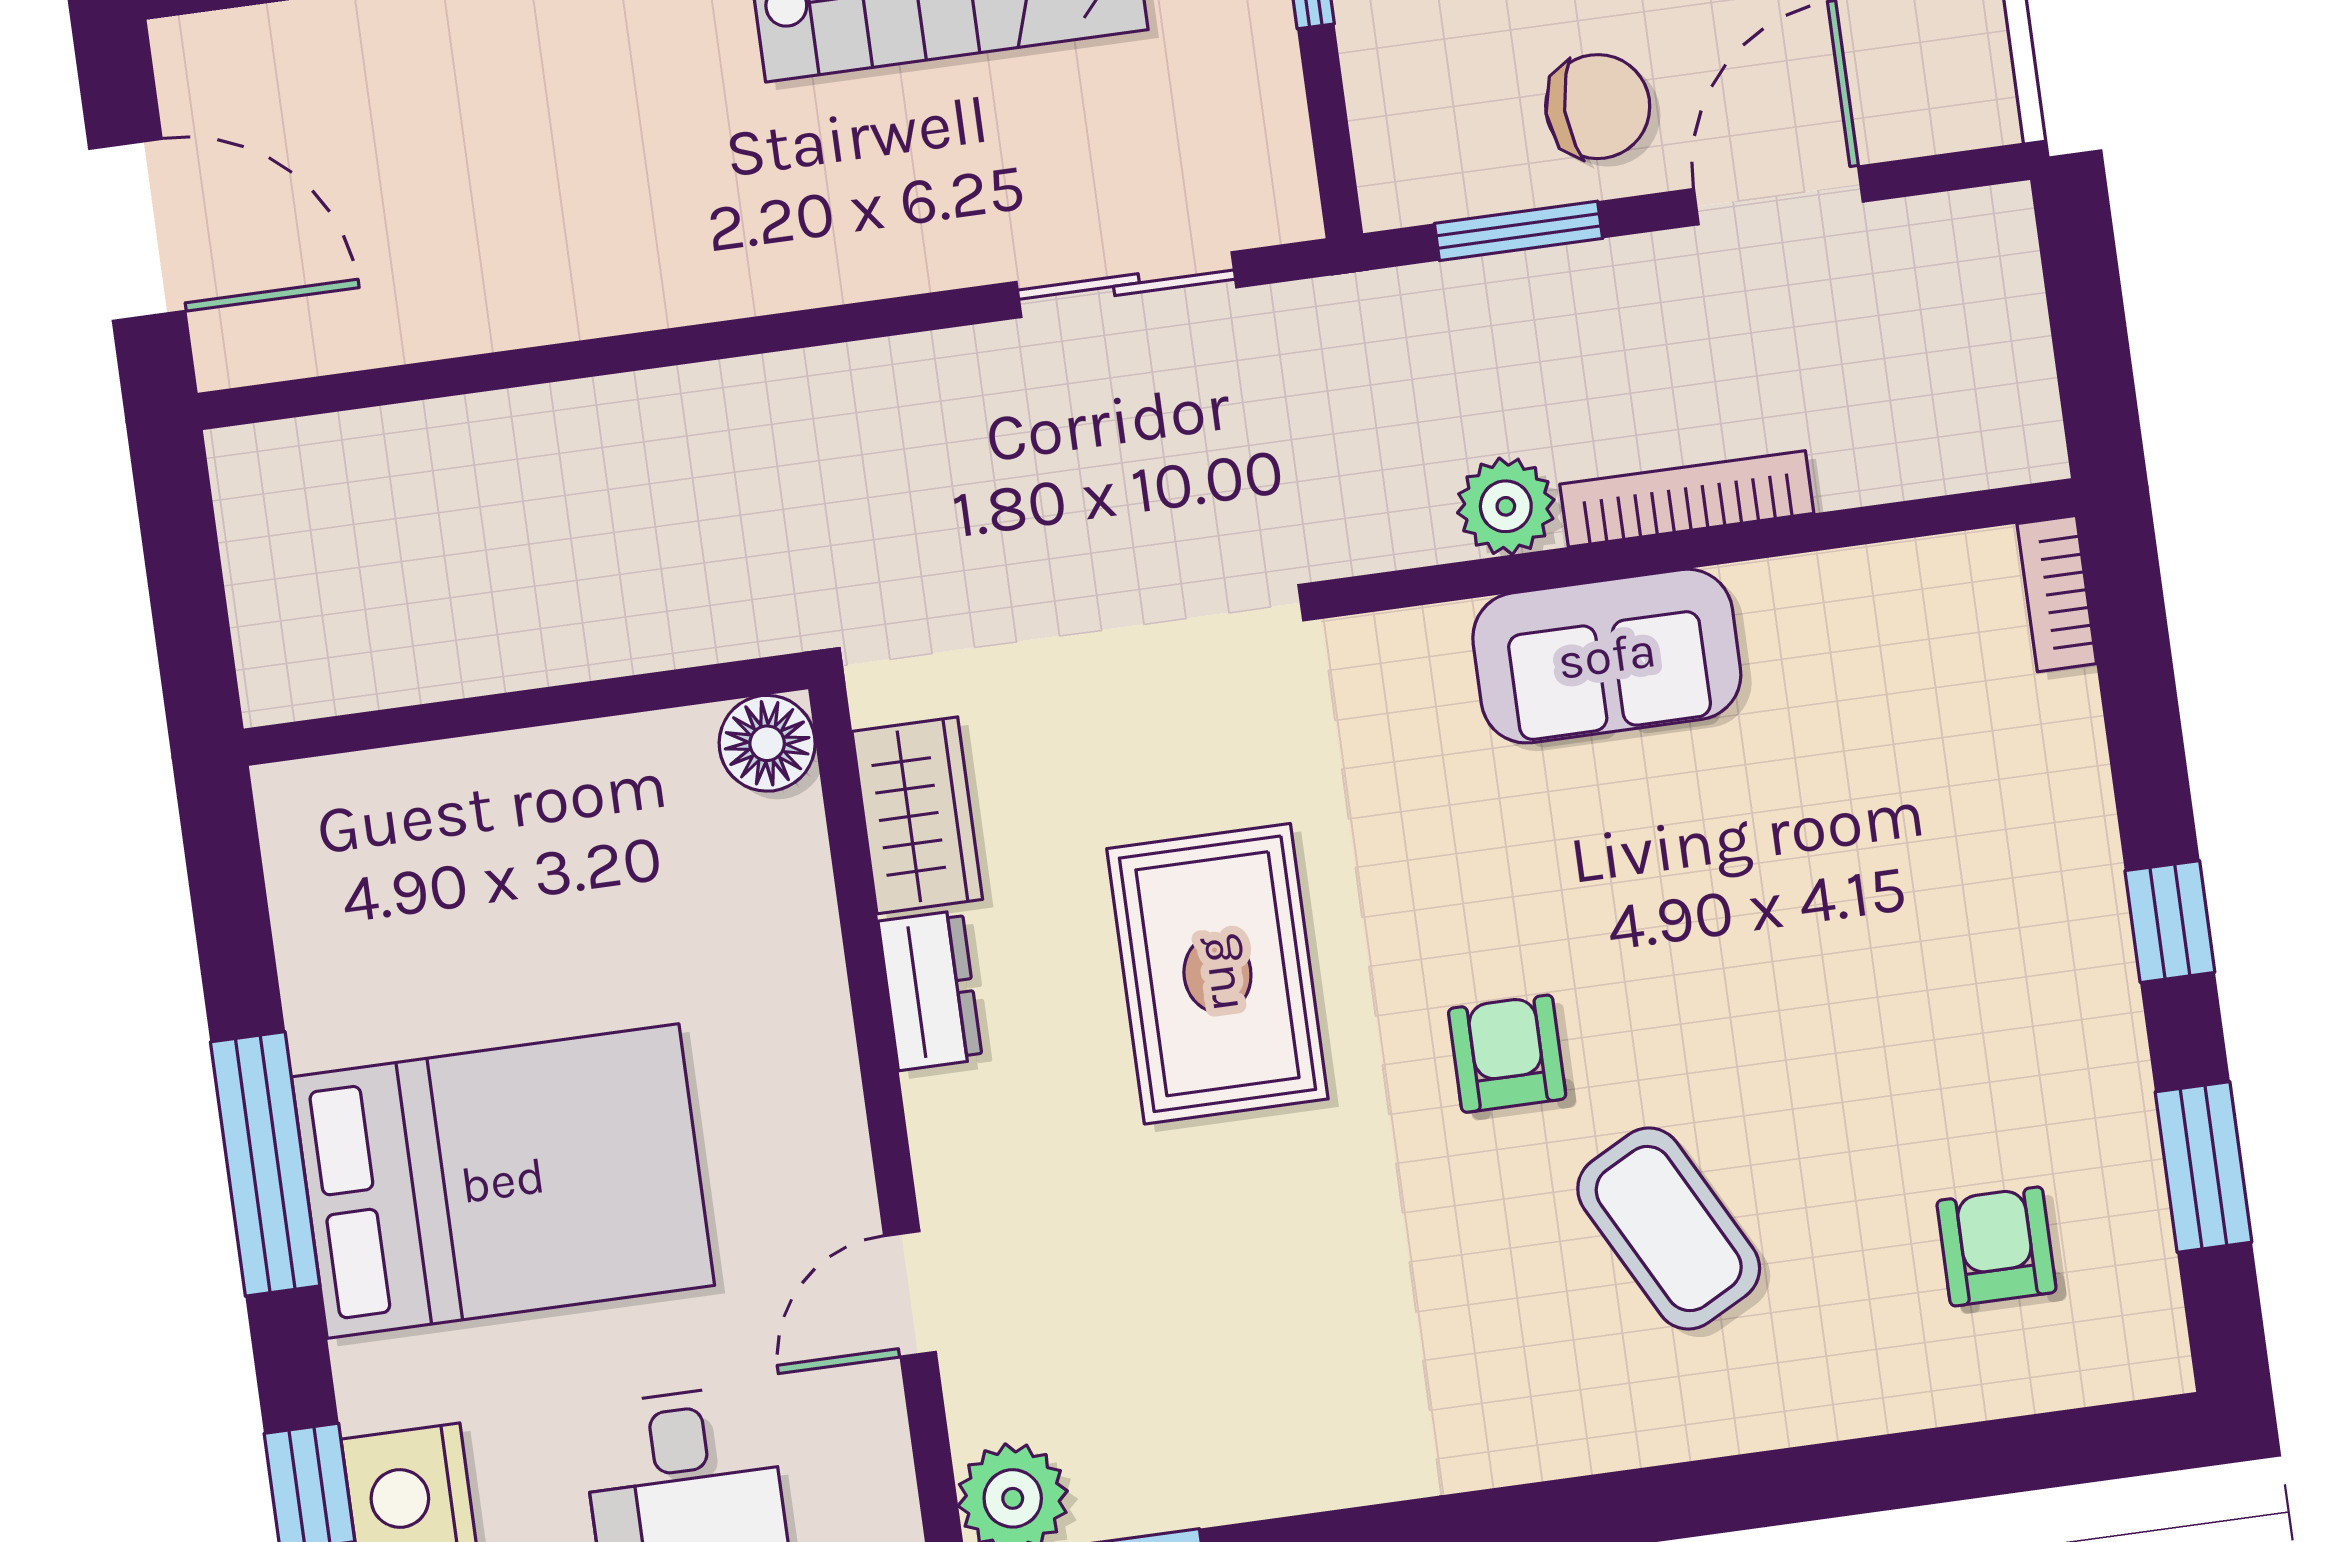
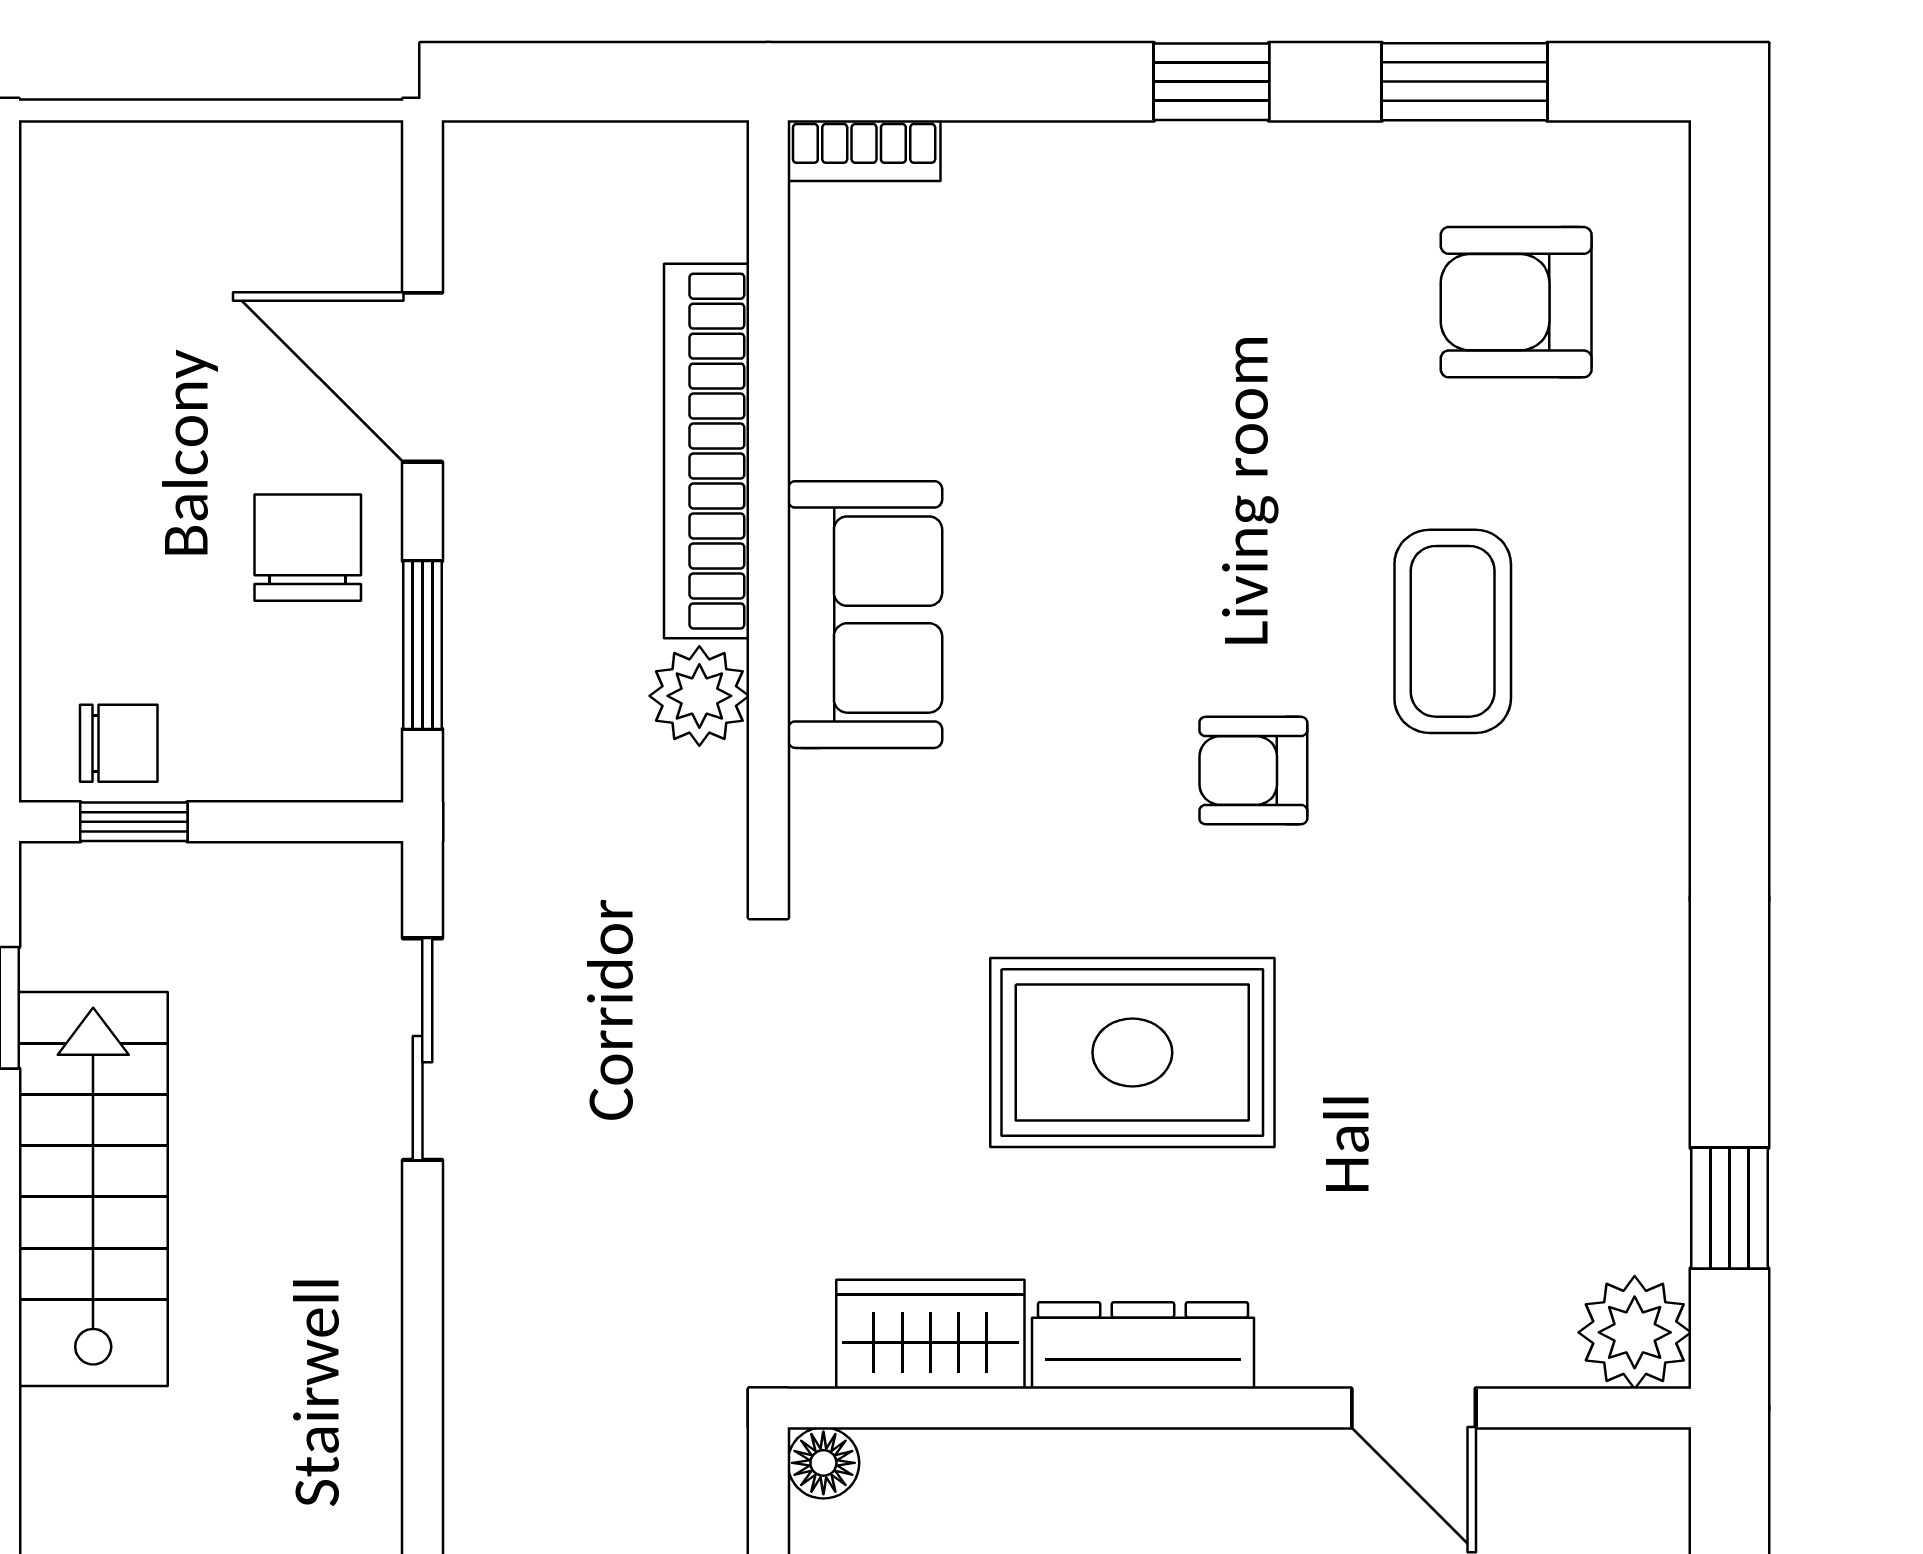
bookcase: (1687, 499) -> (707, 451), width x1.48, depth x1.31
floor lamp: (767, 743) -> (823, 1463), width x0.73, depth x0.73
dresser: (930, 990) -> (1143, 1345), width x1.44
coffee table: (1669, 1229) -> (1453, 631), turned -62
armchair: (1996, 1246) -> (1516, 302), width x1.38, depth x1.38

